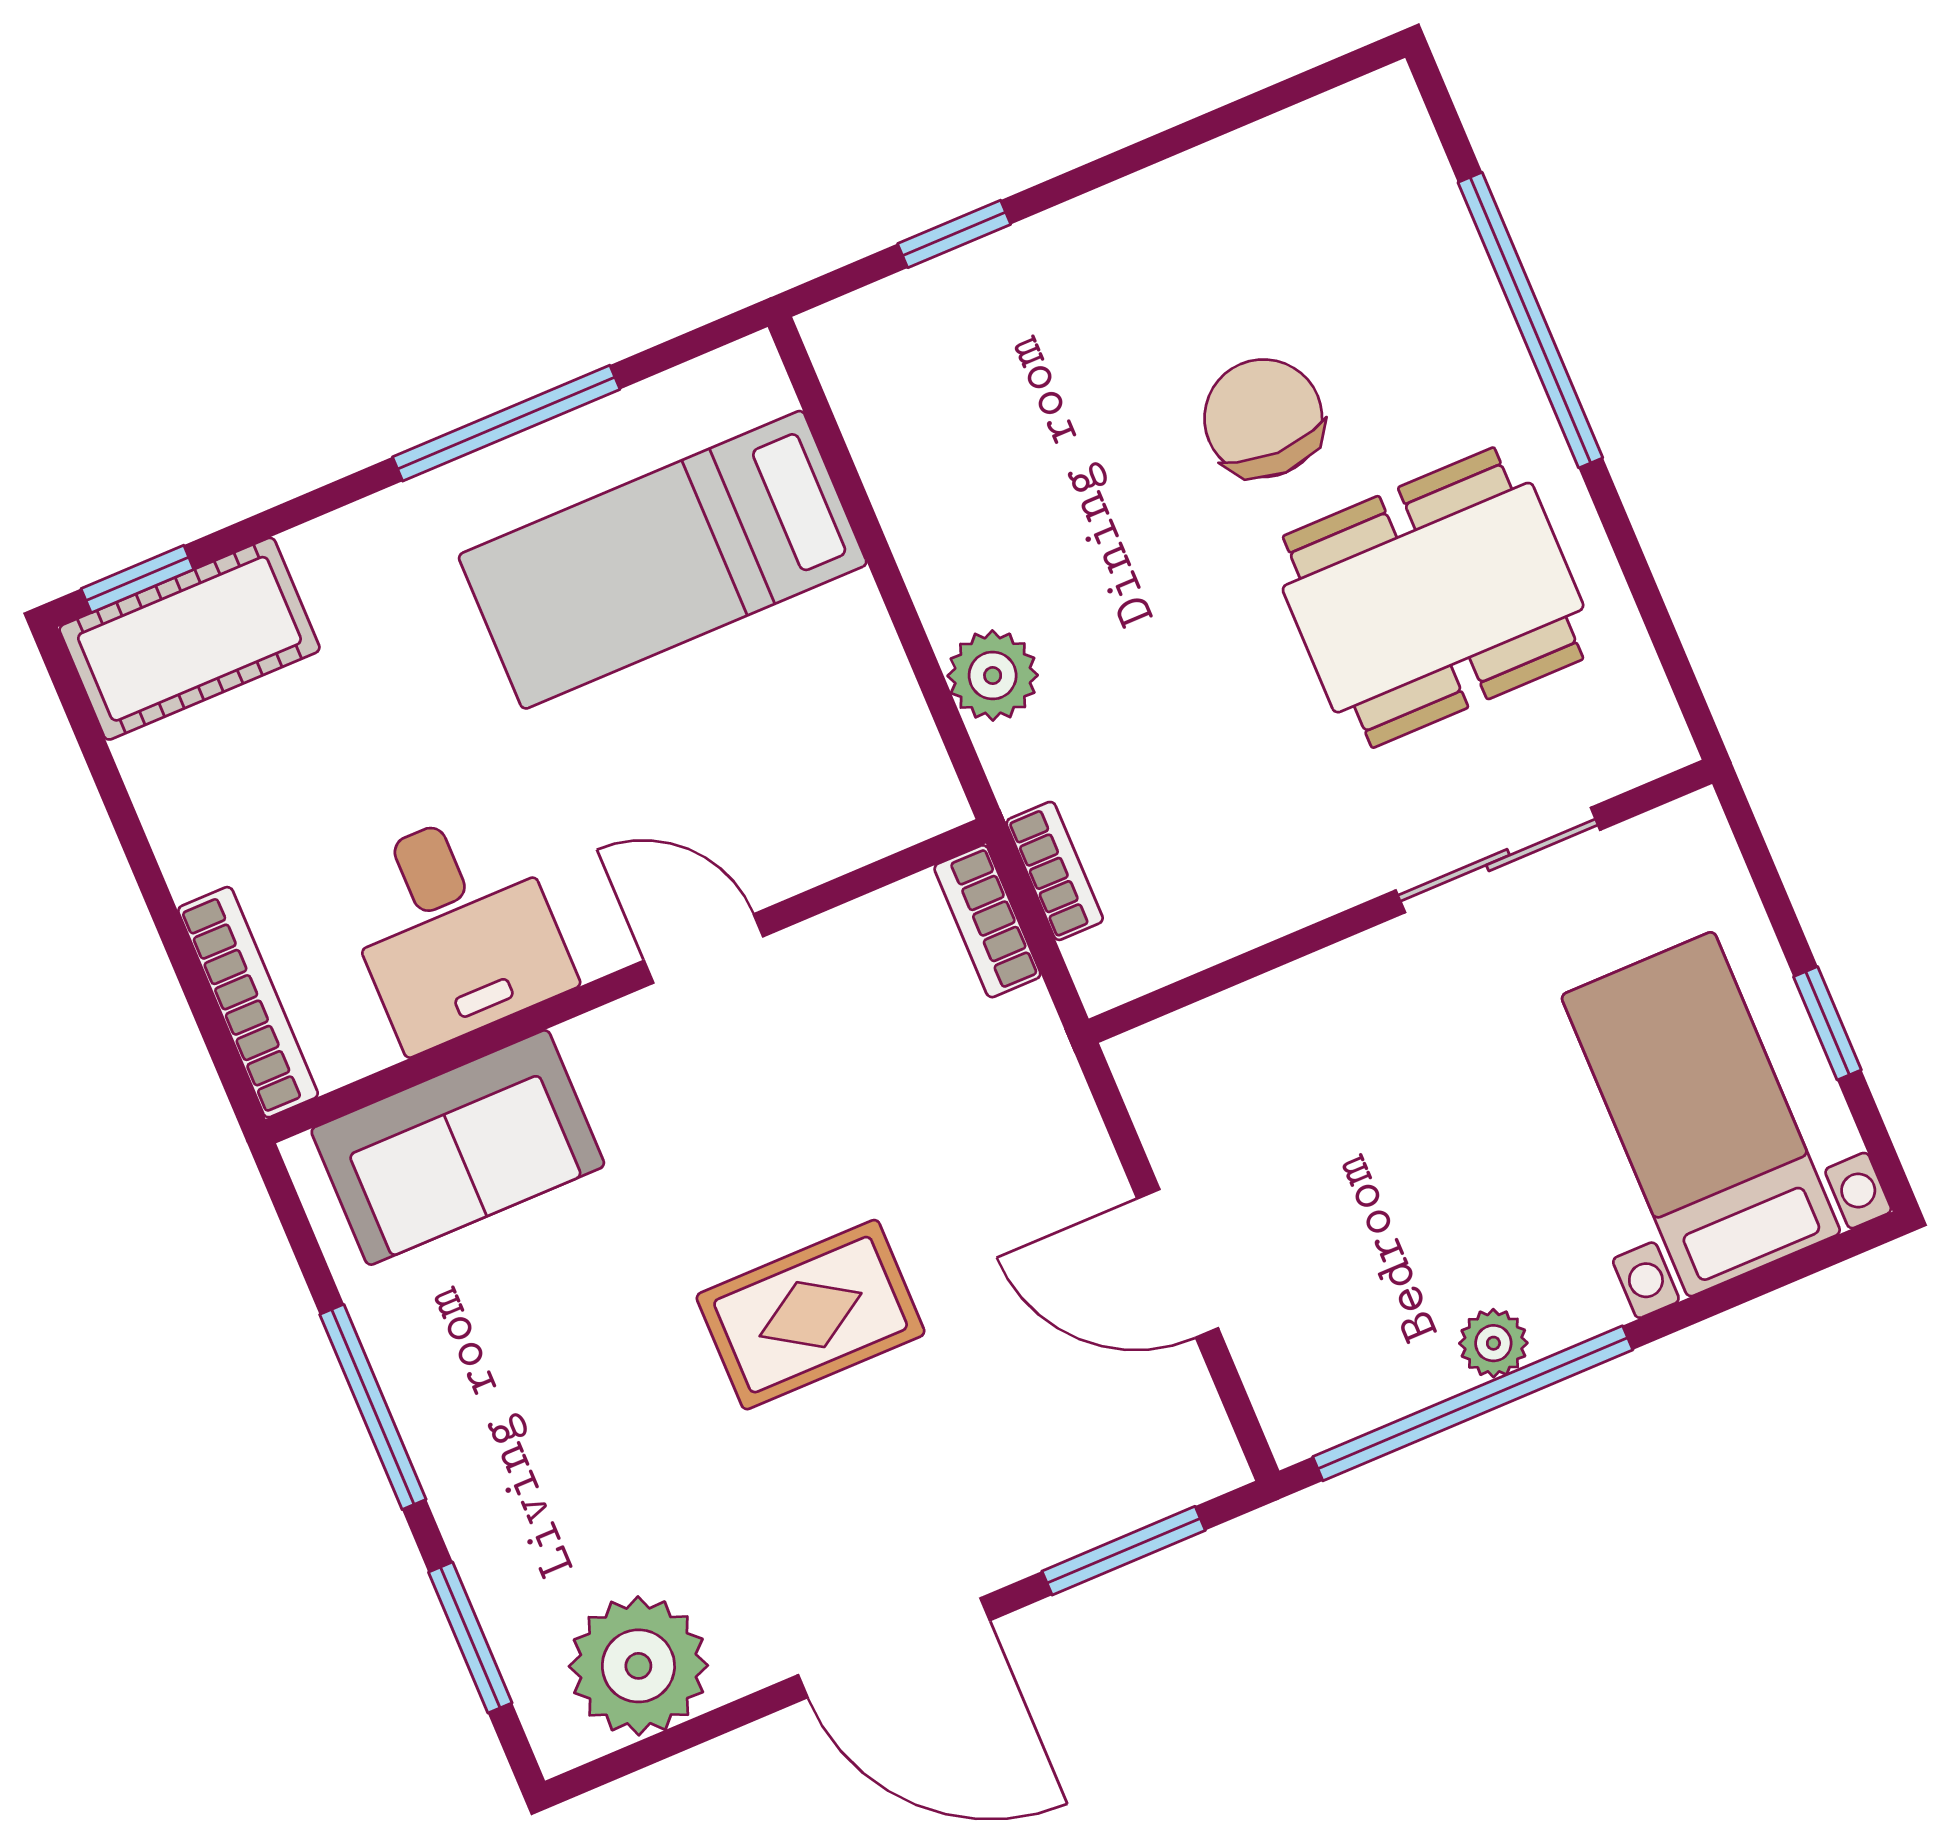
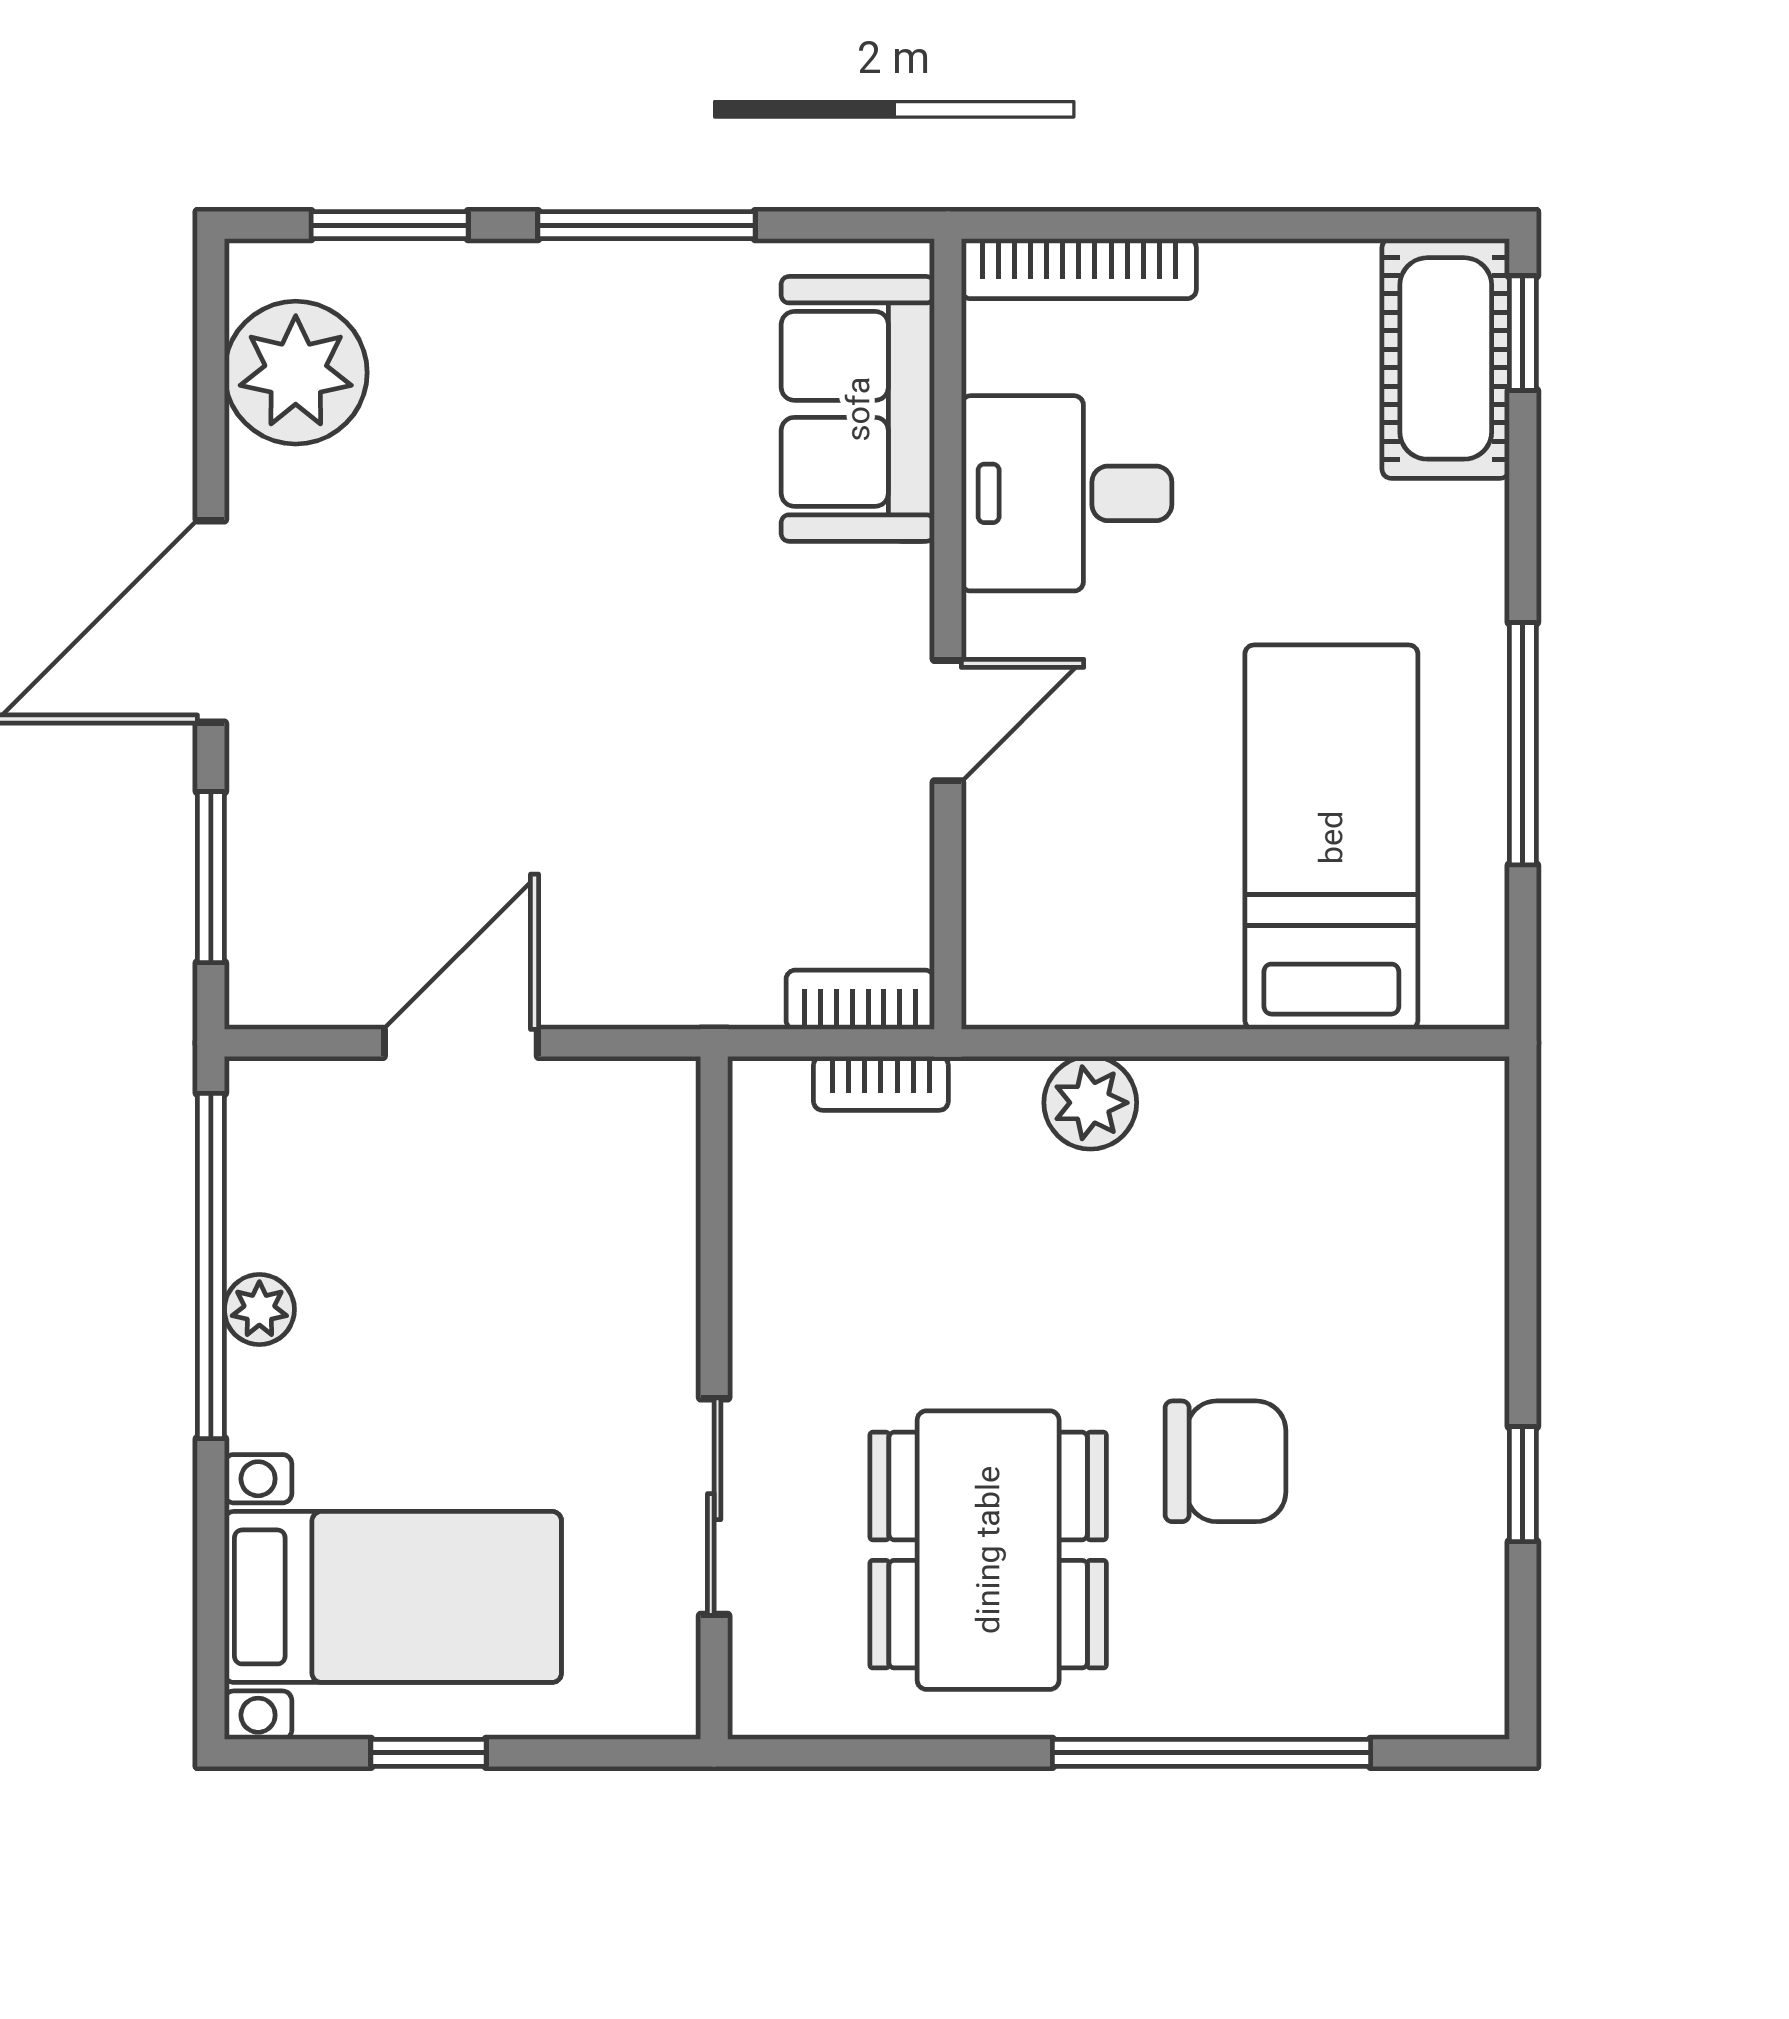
window: (954, 234) -> (1523, 1484), moved
rug: (811, 1315) -> (559, 676), removed

